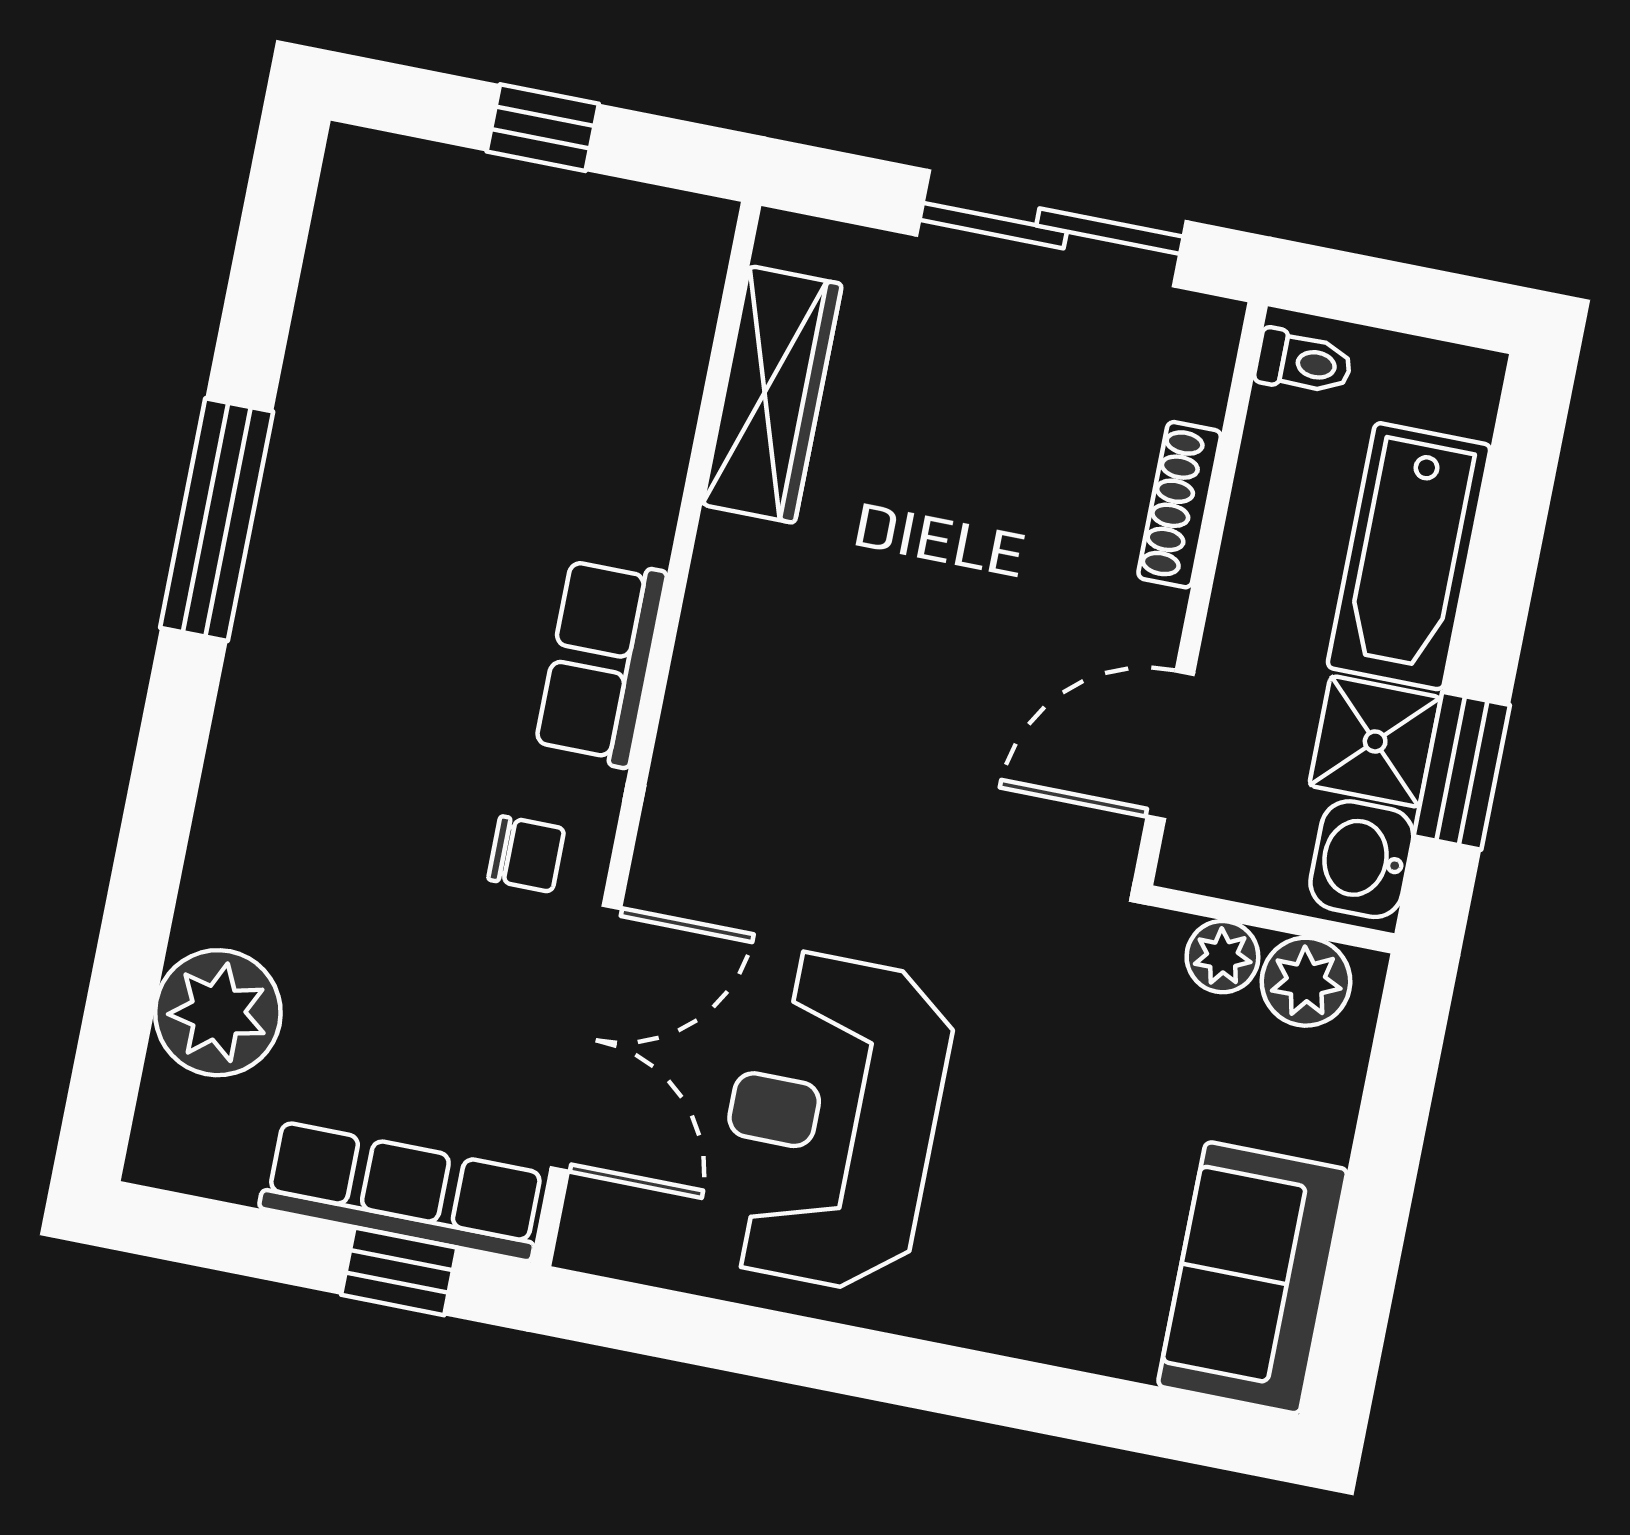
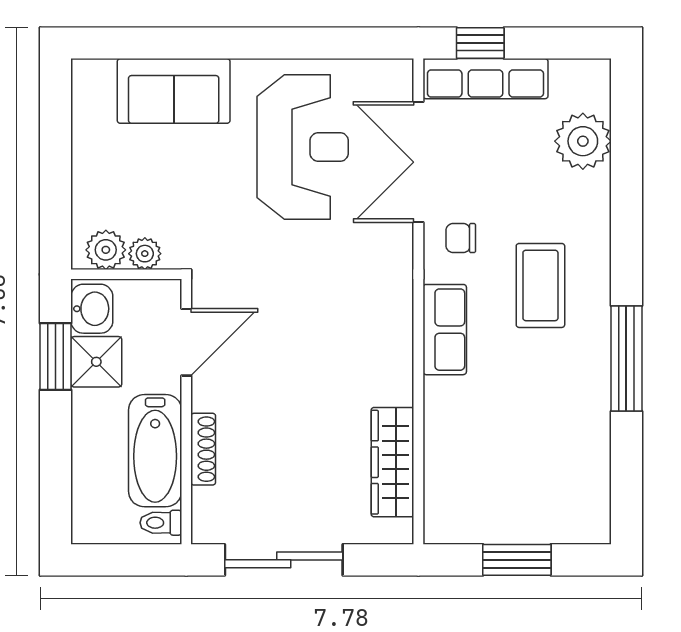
window: (543, 128) -> (517, 560), width x1.50
bathtub: (1409, 556) -> (155, 451), moved, turned 180
coffee table: (373, 716) -> (540, 285), added
sofa: (1253, 1278) -> (174, 91), moved, turned 90

